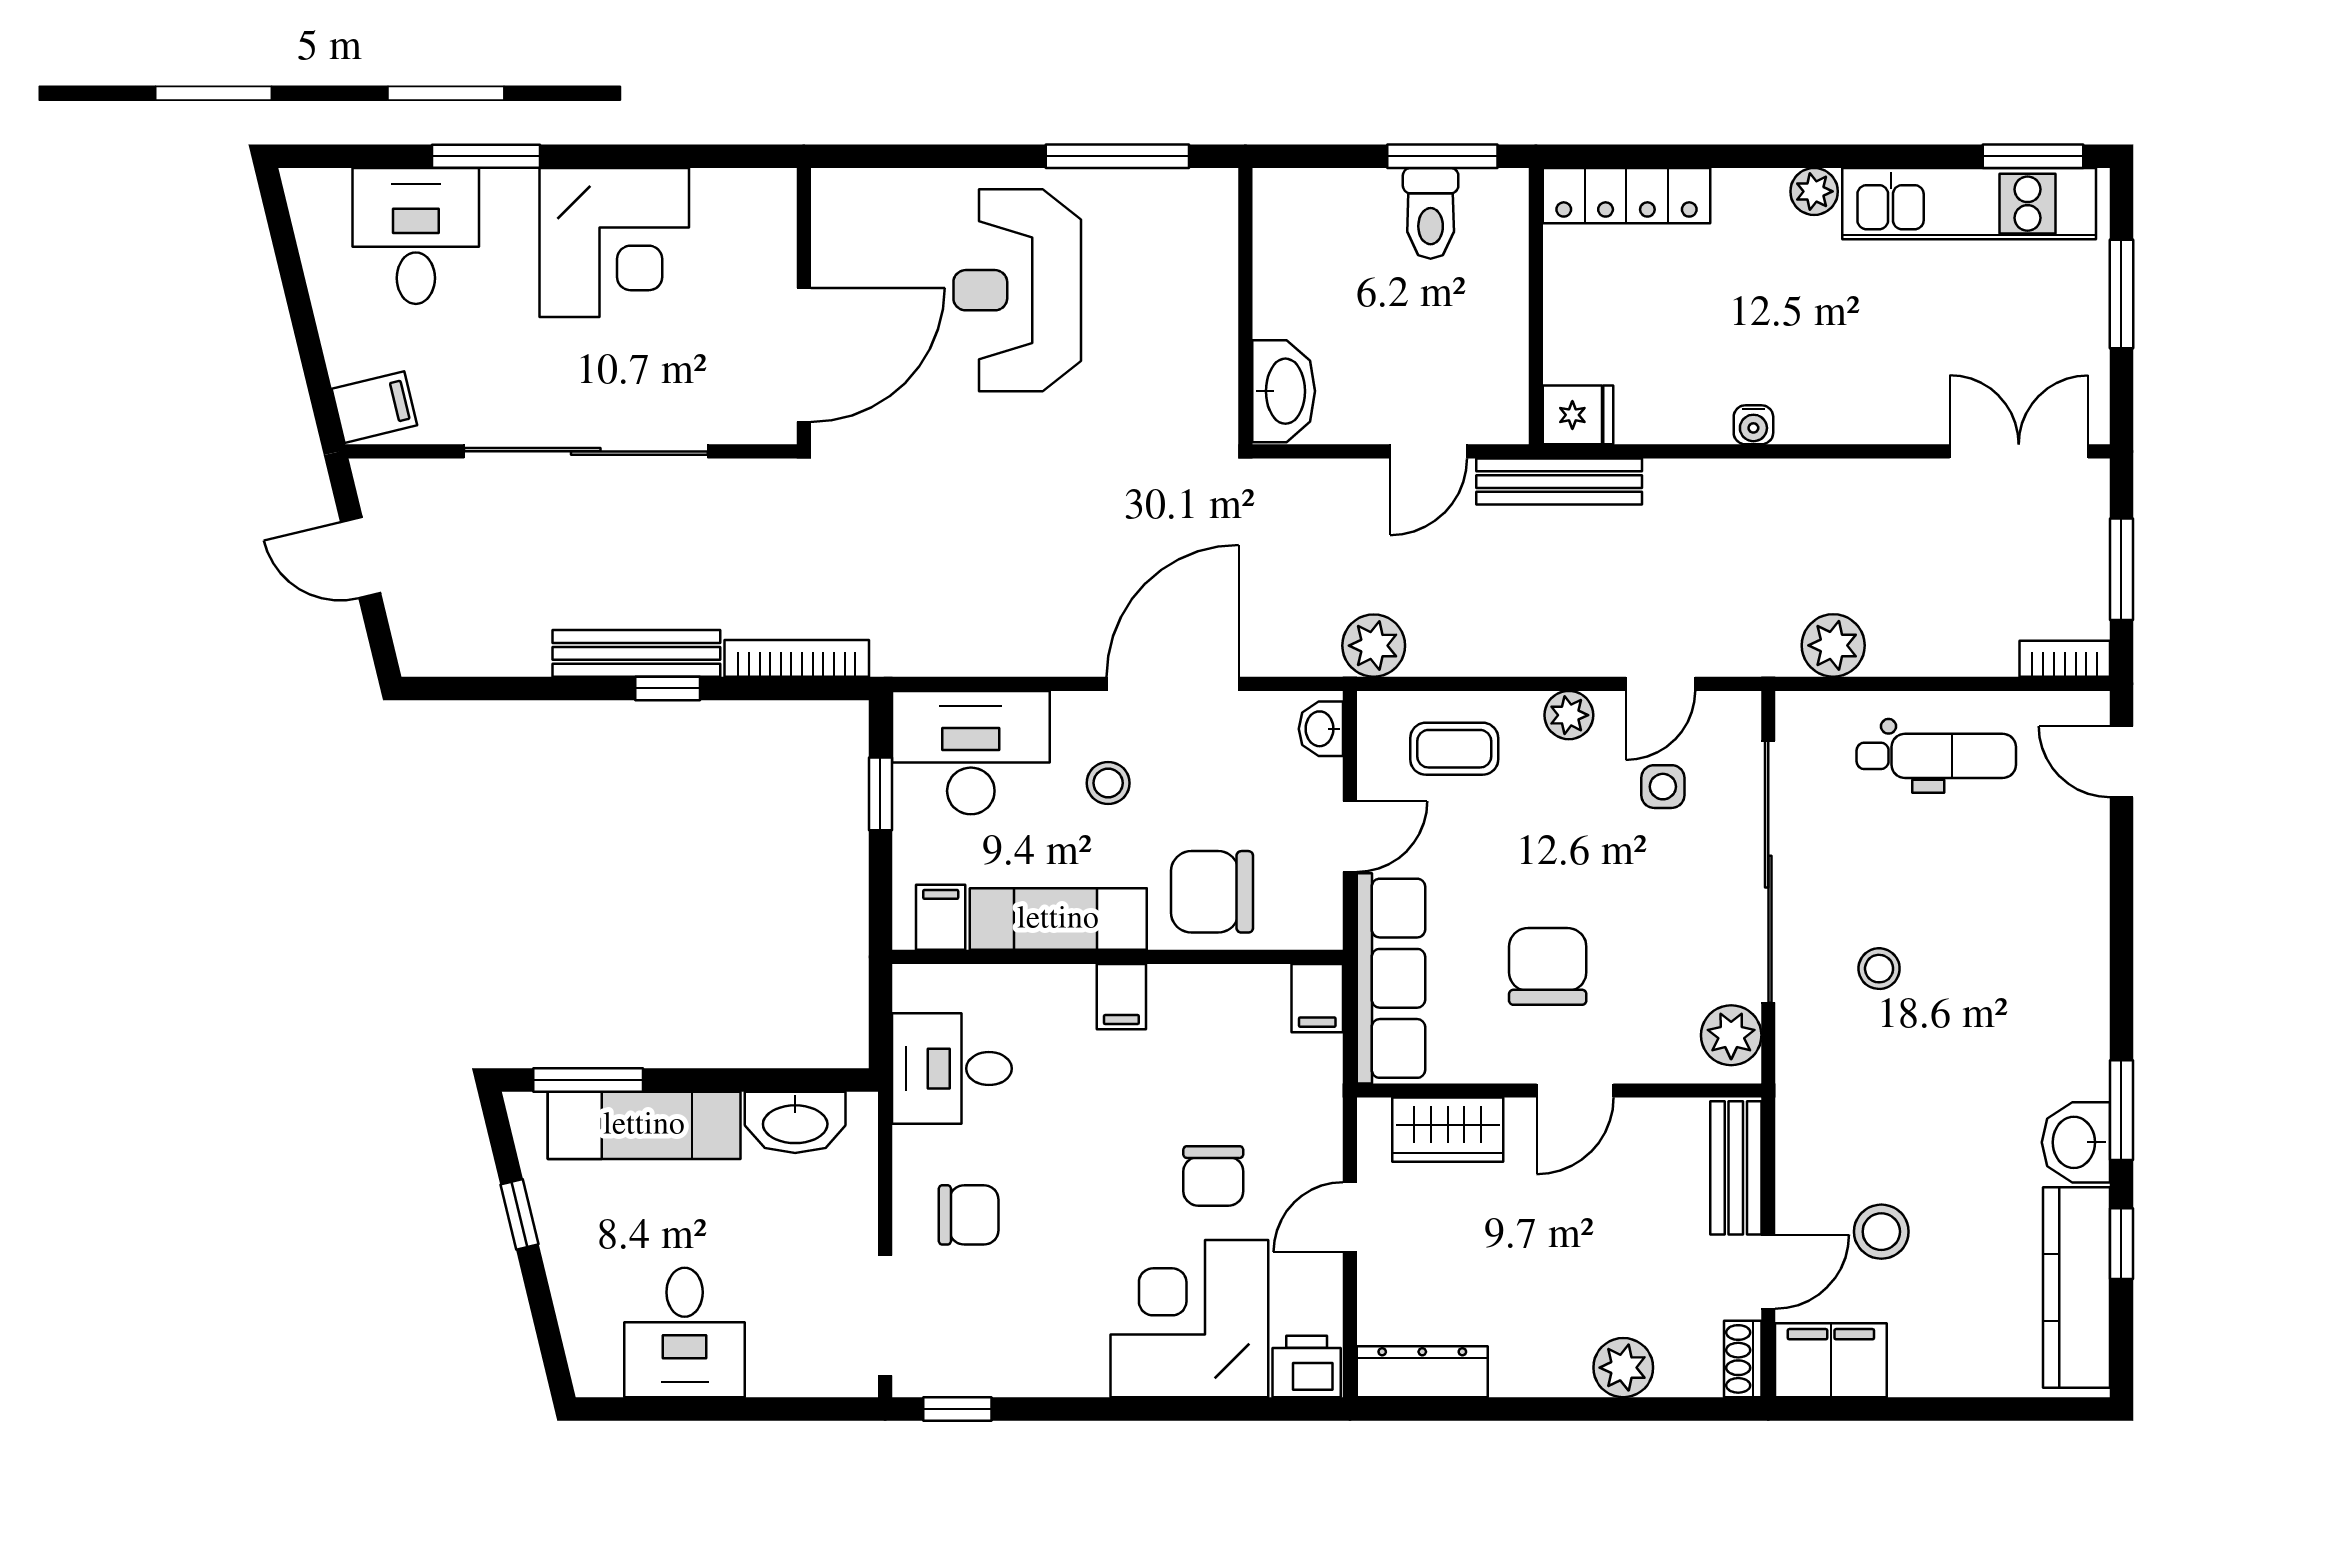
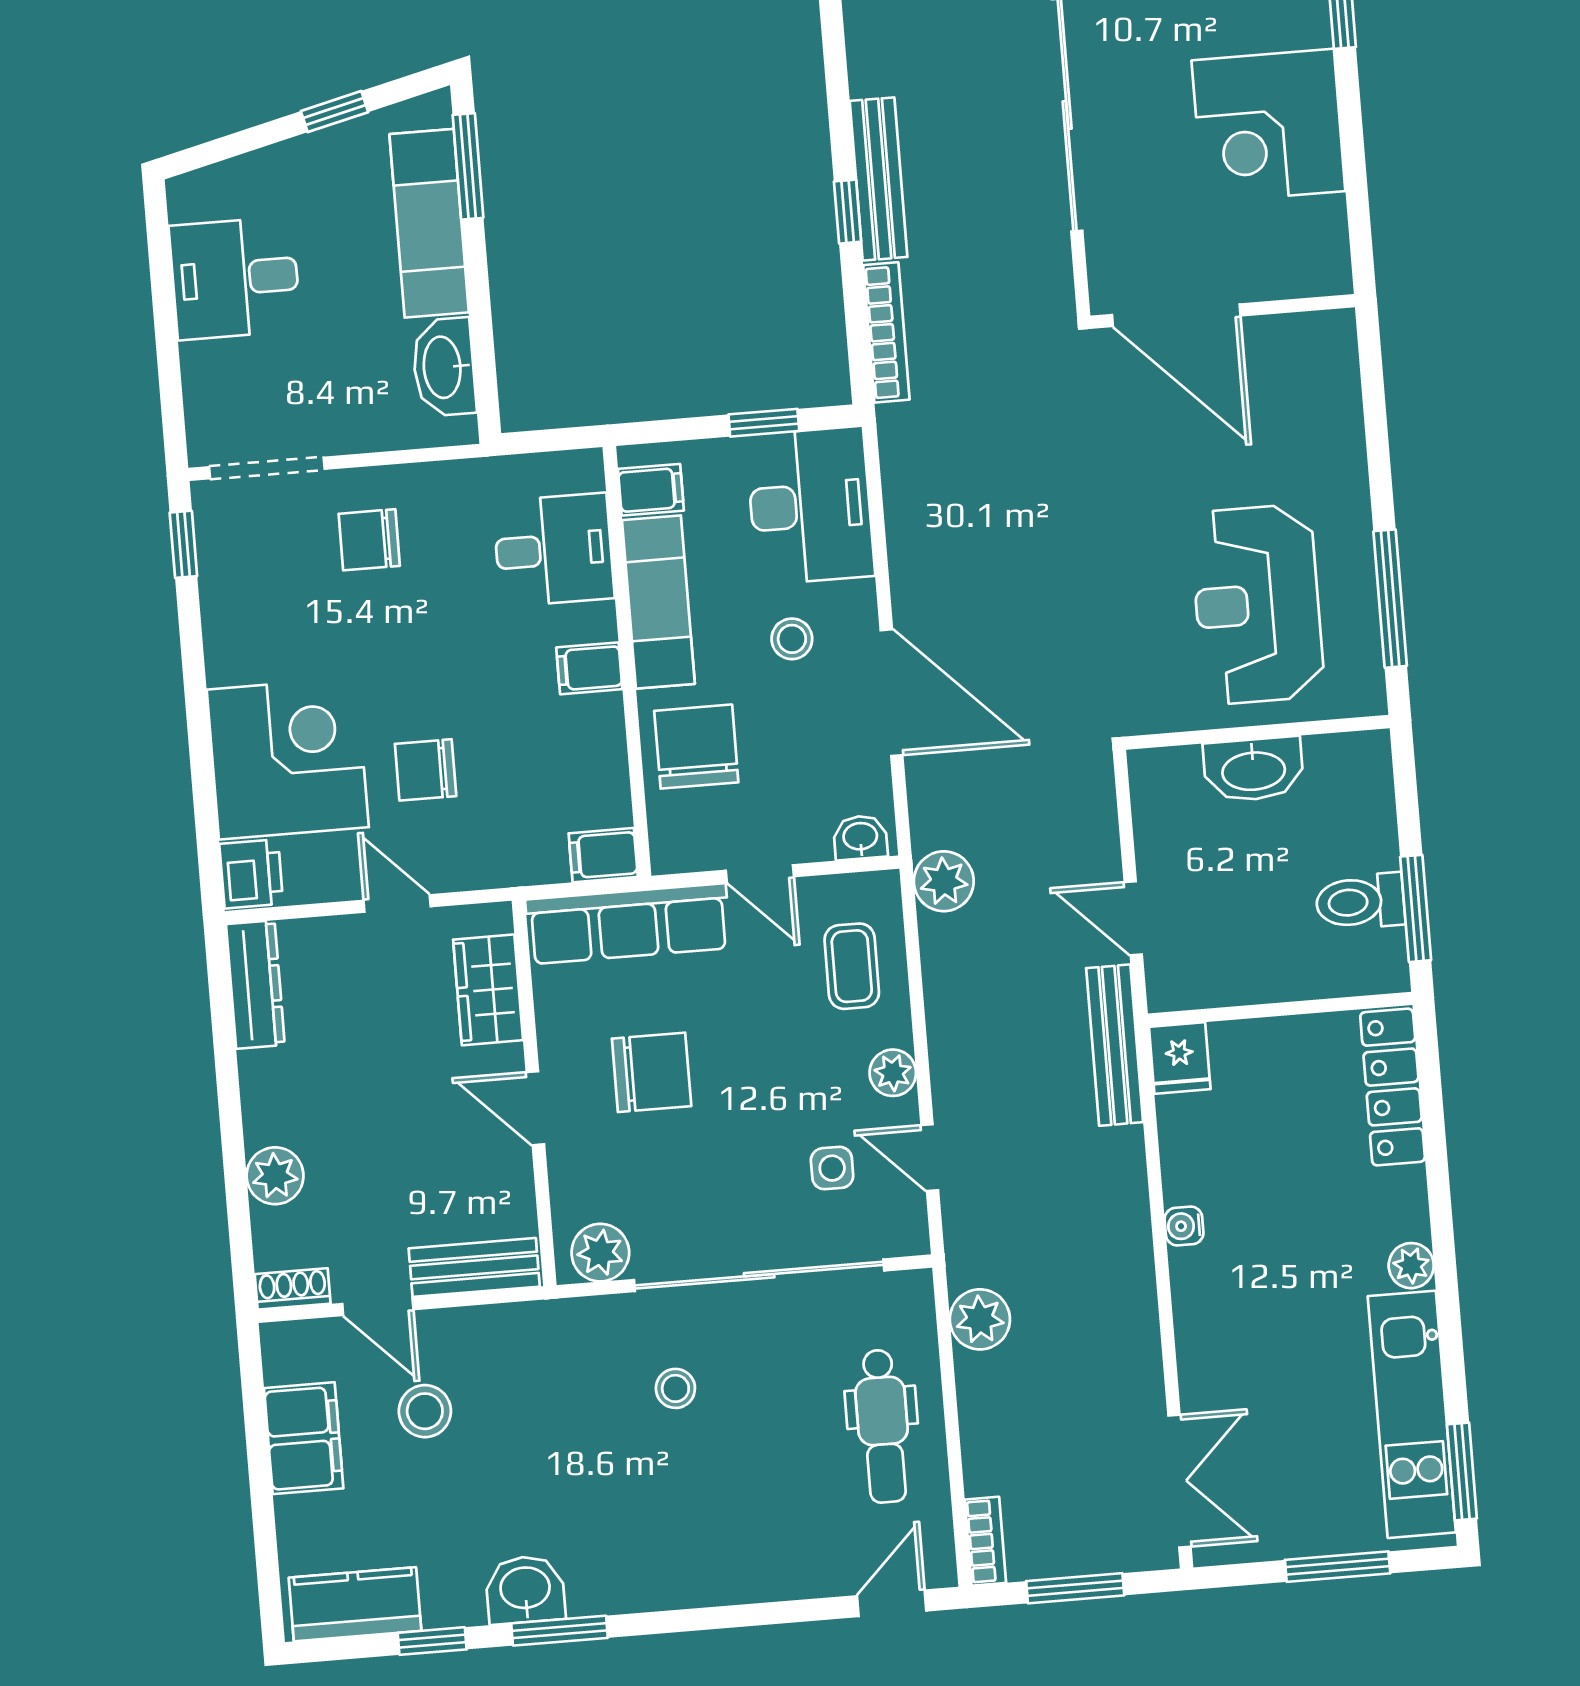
reception desk: (1017, 290) -> (1257, 604), moved, turned -90
washbasin: (1284, 391) -> (1253, 769), moved
desk: (952, 1069) -> (554, 550), moved, turned 90
chair: (969, 1215) -> (369, 540), turned 90
kitchen counter: (2076, 1288) -> (355, 1604), width x0.67
filing cabinet: (1831, 1360) -> (304, 1438), moved

